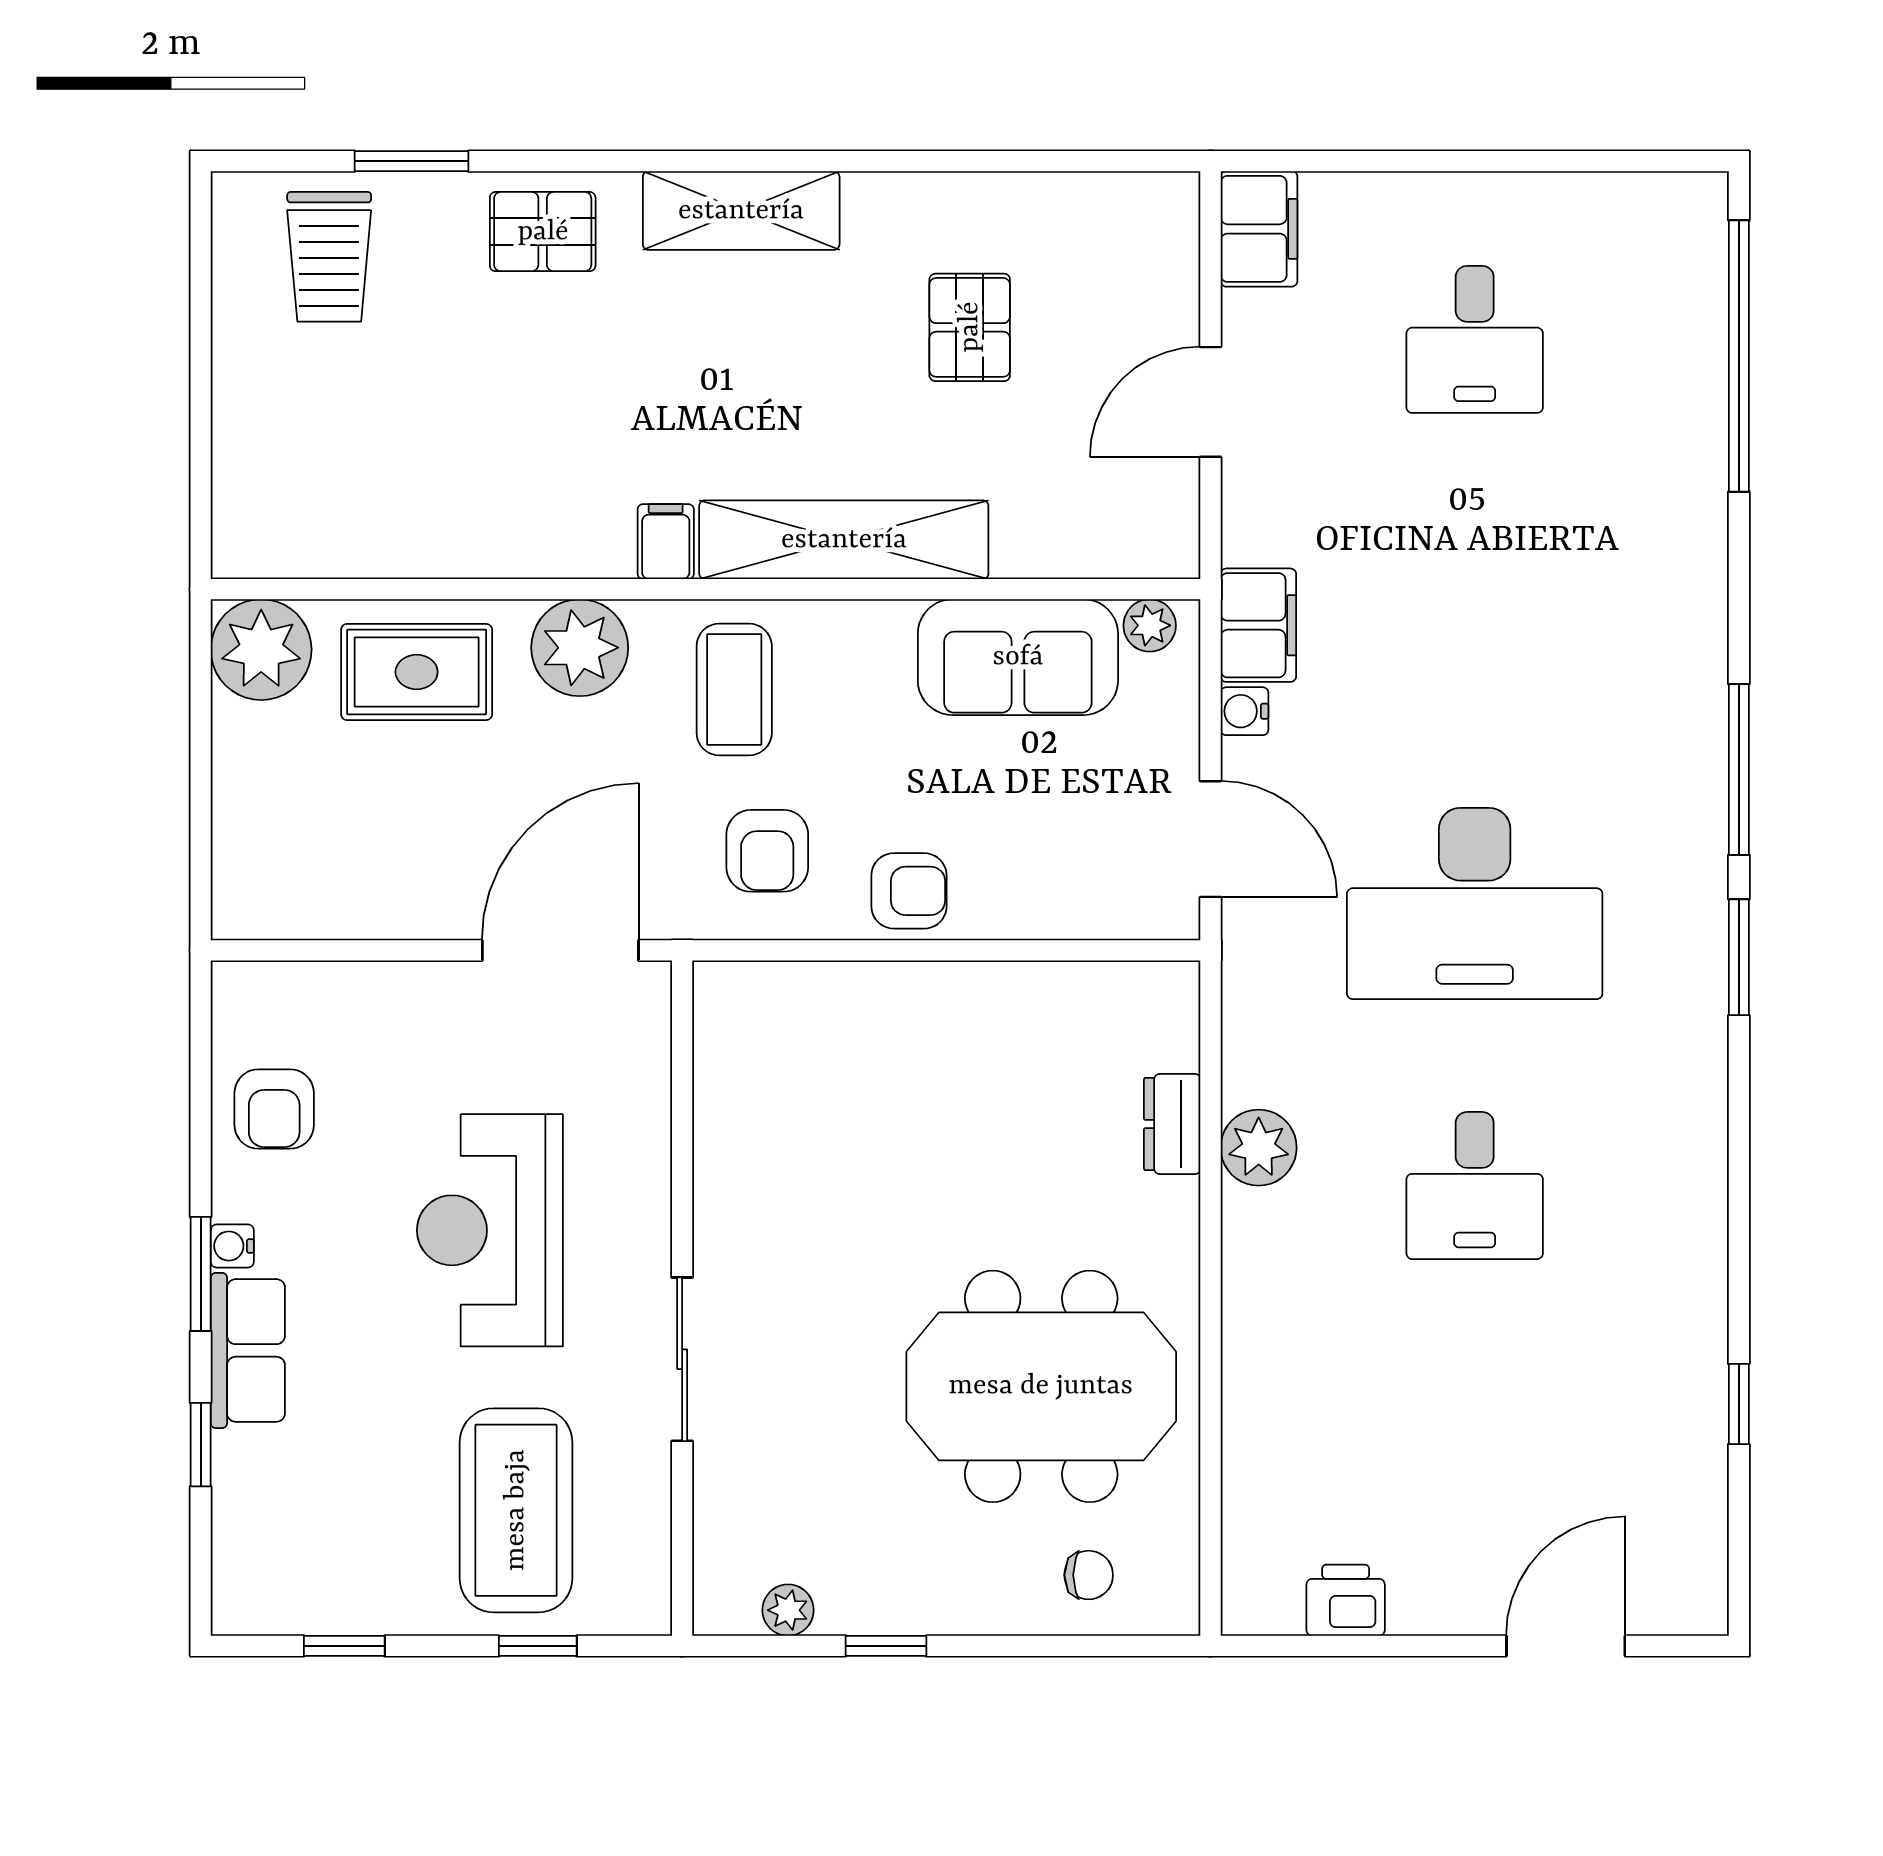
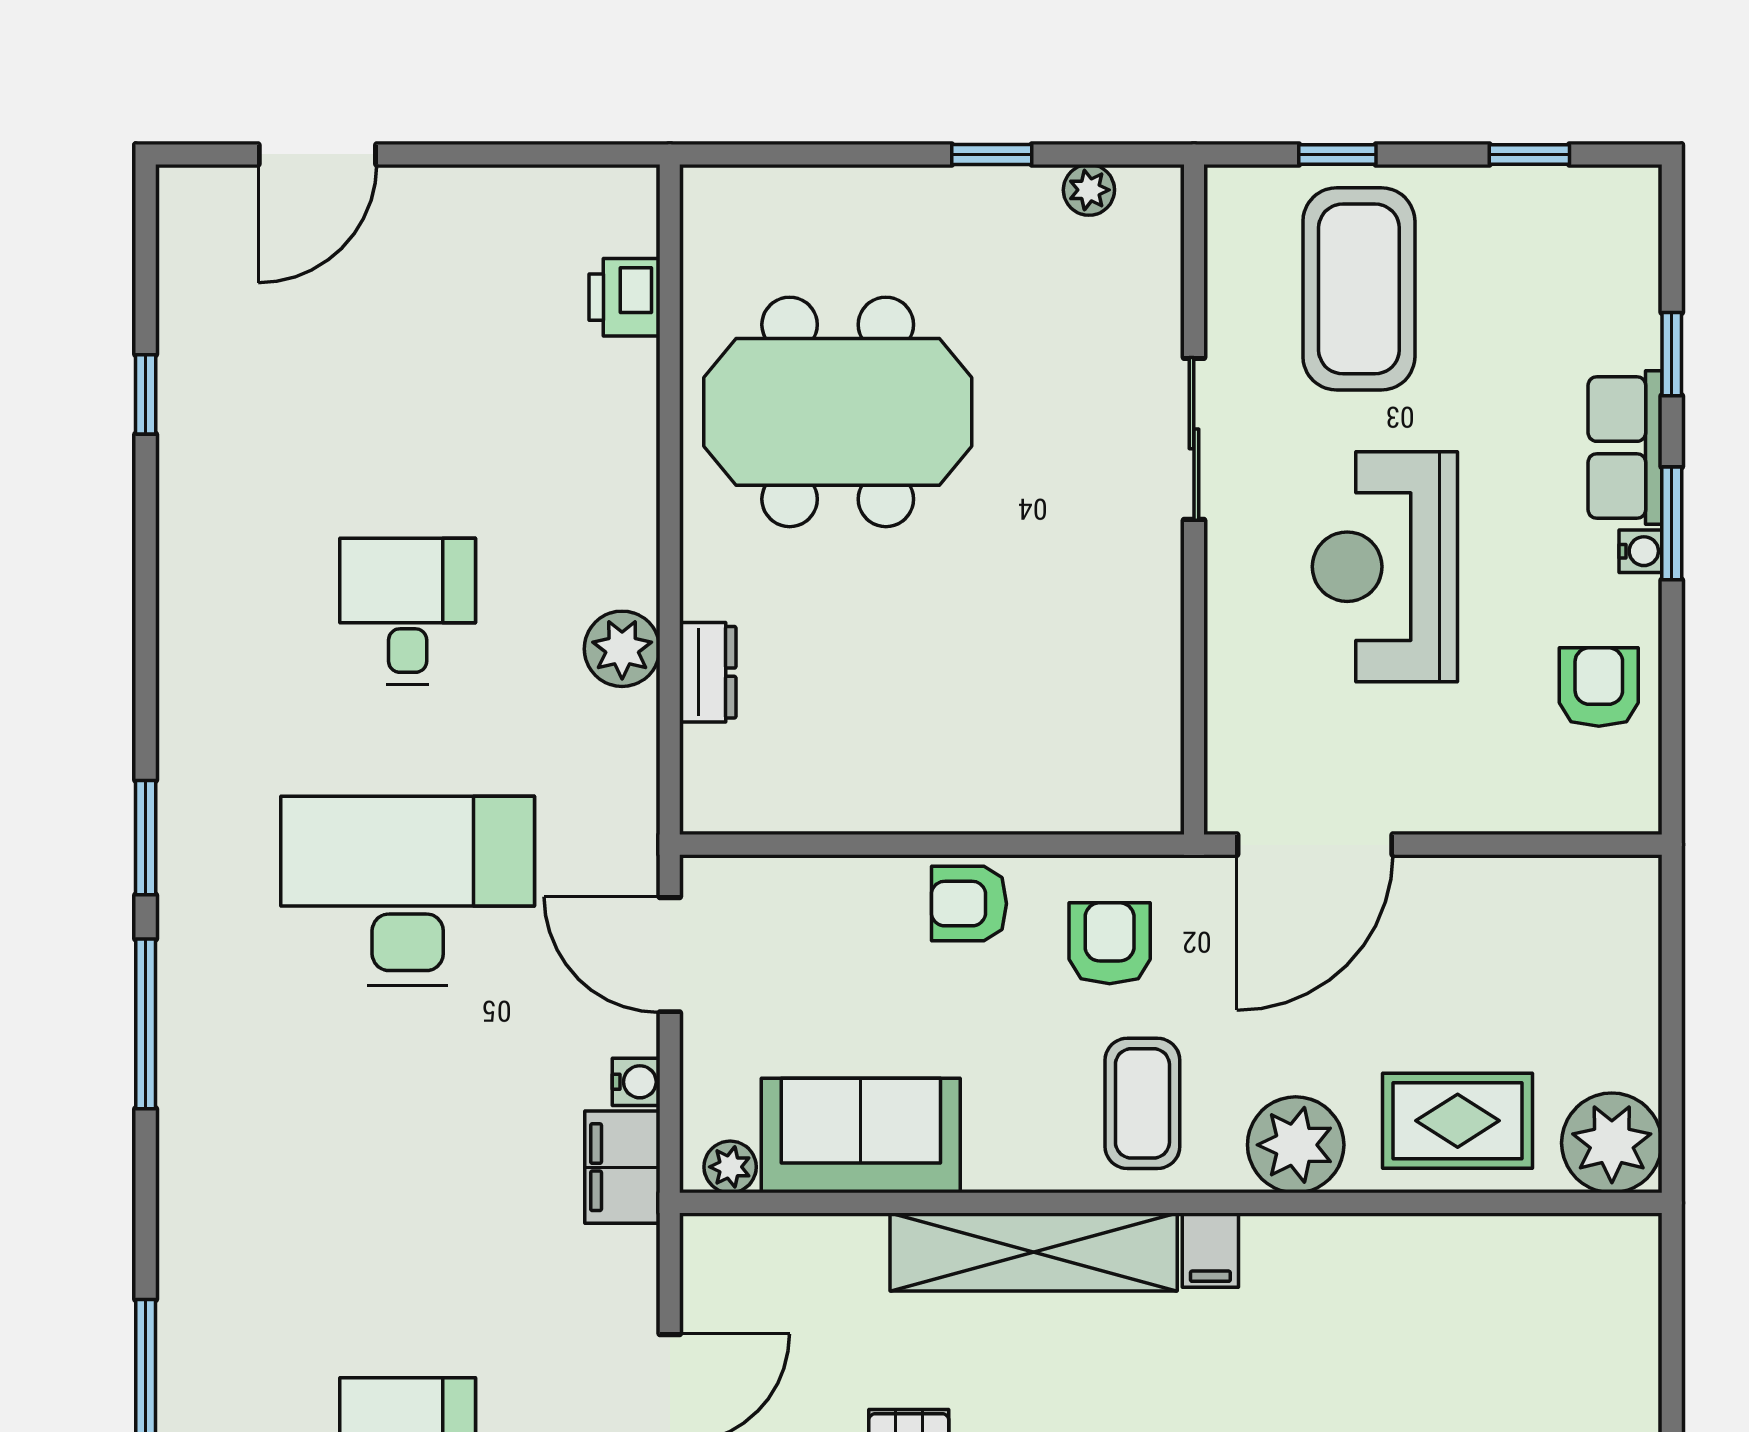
reception desk: (490, 1230) -> (1385, 567), turned 180
chair: (1089, 1575) -> (791, 225), removed
printer: (1346, 1600) -> (625, 297), moved, turned 90

